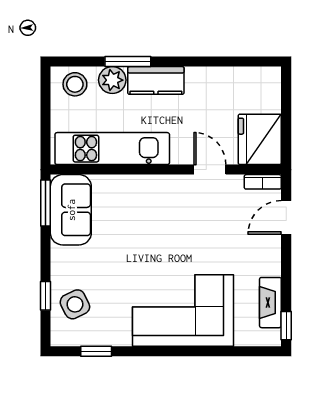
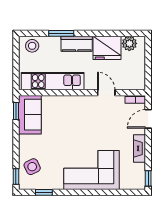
plant: (112, 80) -> (129, 43), moved
fridge: (260, 139) -> (107, 48), moved, turned -90
window: (45, 203) -> (16, 111), width x0.67
window: (45, 296) -> (16, 176), moved
fireplace: (270, 303) -> (139, 148), moved

